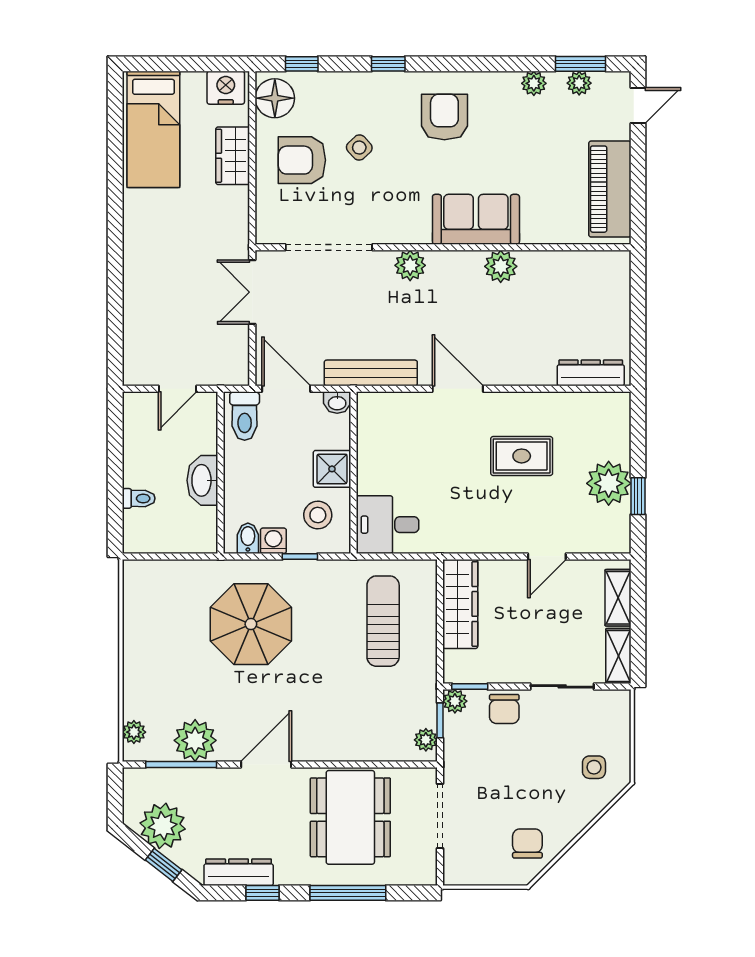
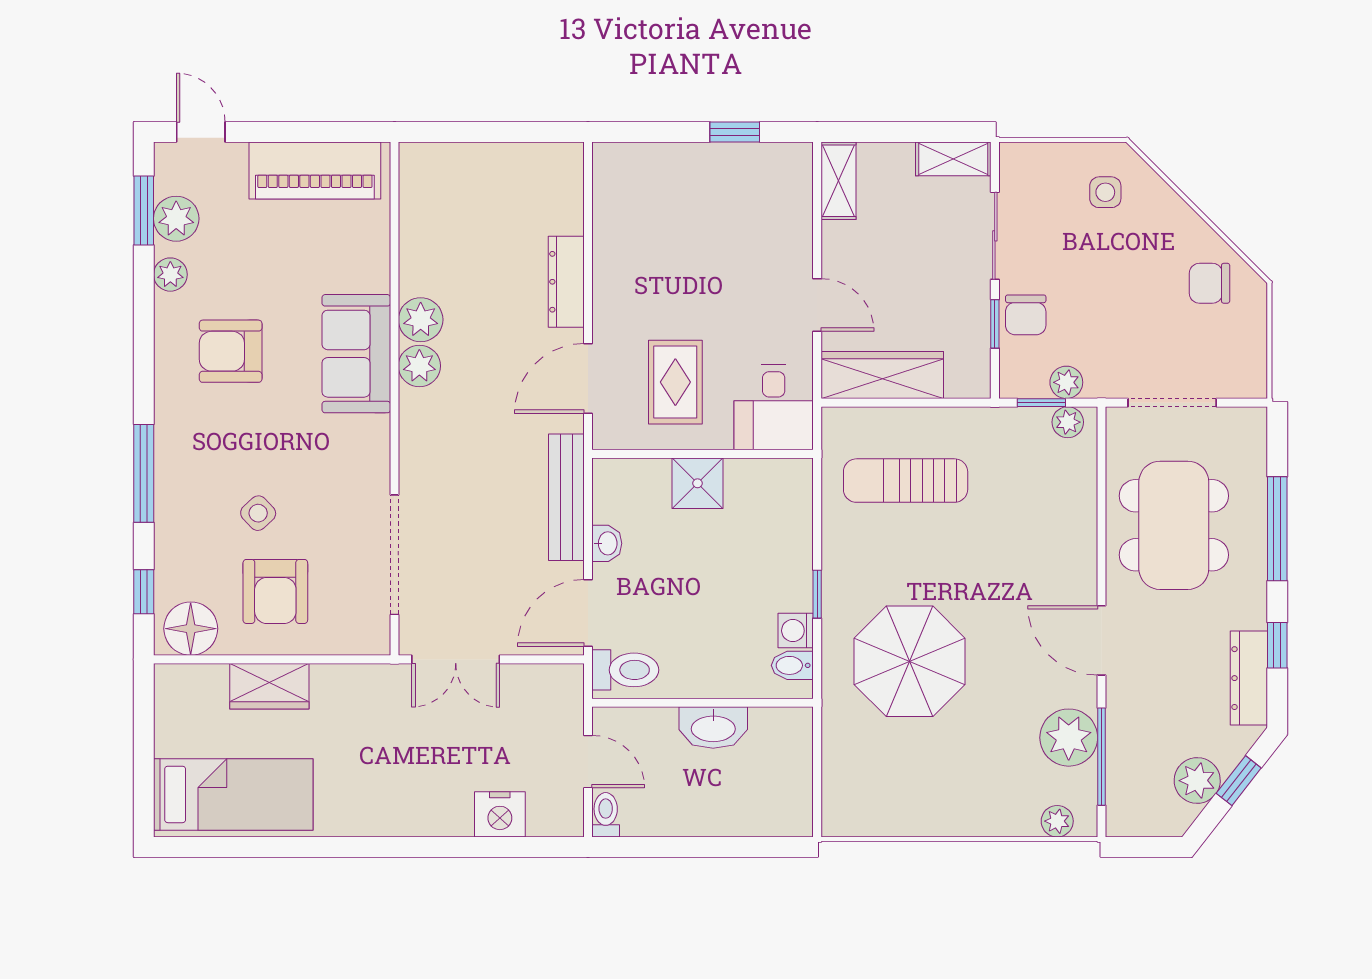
window: (388, 64) -> (144, 473), width x2.17
plant: (579, 83) -> (176, 219), width x1.38, depth x1.38
nightstand: (226, 88) -> (500, 814), moved, turned -90
armchair: (444, 117) -> (231, 351), moved
plant: (410, 265) -> (419, 366), moved
dresser: (591, 373) -> (566, 282), moved
rug: (522, 456) -> (675, 382), moved
shower: (332, 469) -> (698, 483), moved
wall: (353, 473) -> (703, 454), moved
plant: (609, 483) -> (717, 172), removed
toilet: (139, 498) -> (606, 815), moved
stool: (318, 515) -> (761, 570), removed
desk: (387, 525) -> (774, 407), moved
door: (547, 556) -> (817, 305), moved
shelving: (618, 598) -> (839, 181), moved, turned 90
window: (470, 686) -> (995, 324), moved
plant: (455, 701) -> (1066, 382), moved
chair: (504, 709) -> (1026, 315), turned 90
dining table: (350, 817) -> (1174, 525), turned 90
plant: (163, 826) -> (1197, 780), width x0.73, depth x0.73

